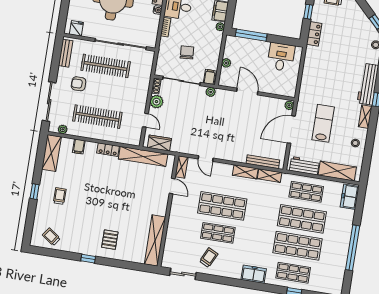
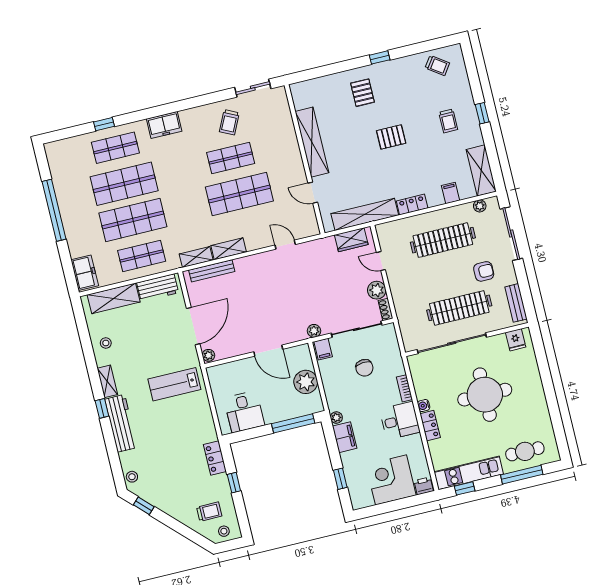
plant: (226, 63) -> (306, 382), width x1.88, depth x1.88
lab bench: (323, 123) -> (174, 384), moved, turned 90
shelving: (182, 167) -> (311, 221), removed
pallet: (103, 201) -> (391, 137), added
shelving: (155, 240) -> (312, 142), moved

